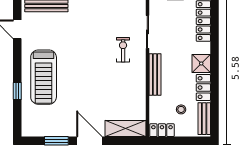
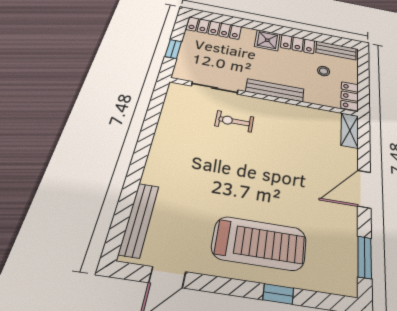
shelving: (125, 129) -> (350, 130), width x0.67, depth x0.75
window: (56, 141) -> (365, 257), moved

